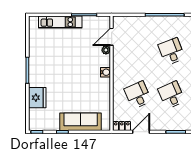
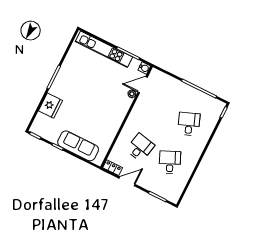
kitchen unit: (60, 22) -> (104, 49), width x1.36
water cooler: (105, 72) -> (144, 68), moved
desk: (138, 95) -> (140, 147), turned 36

